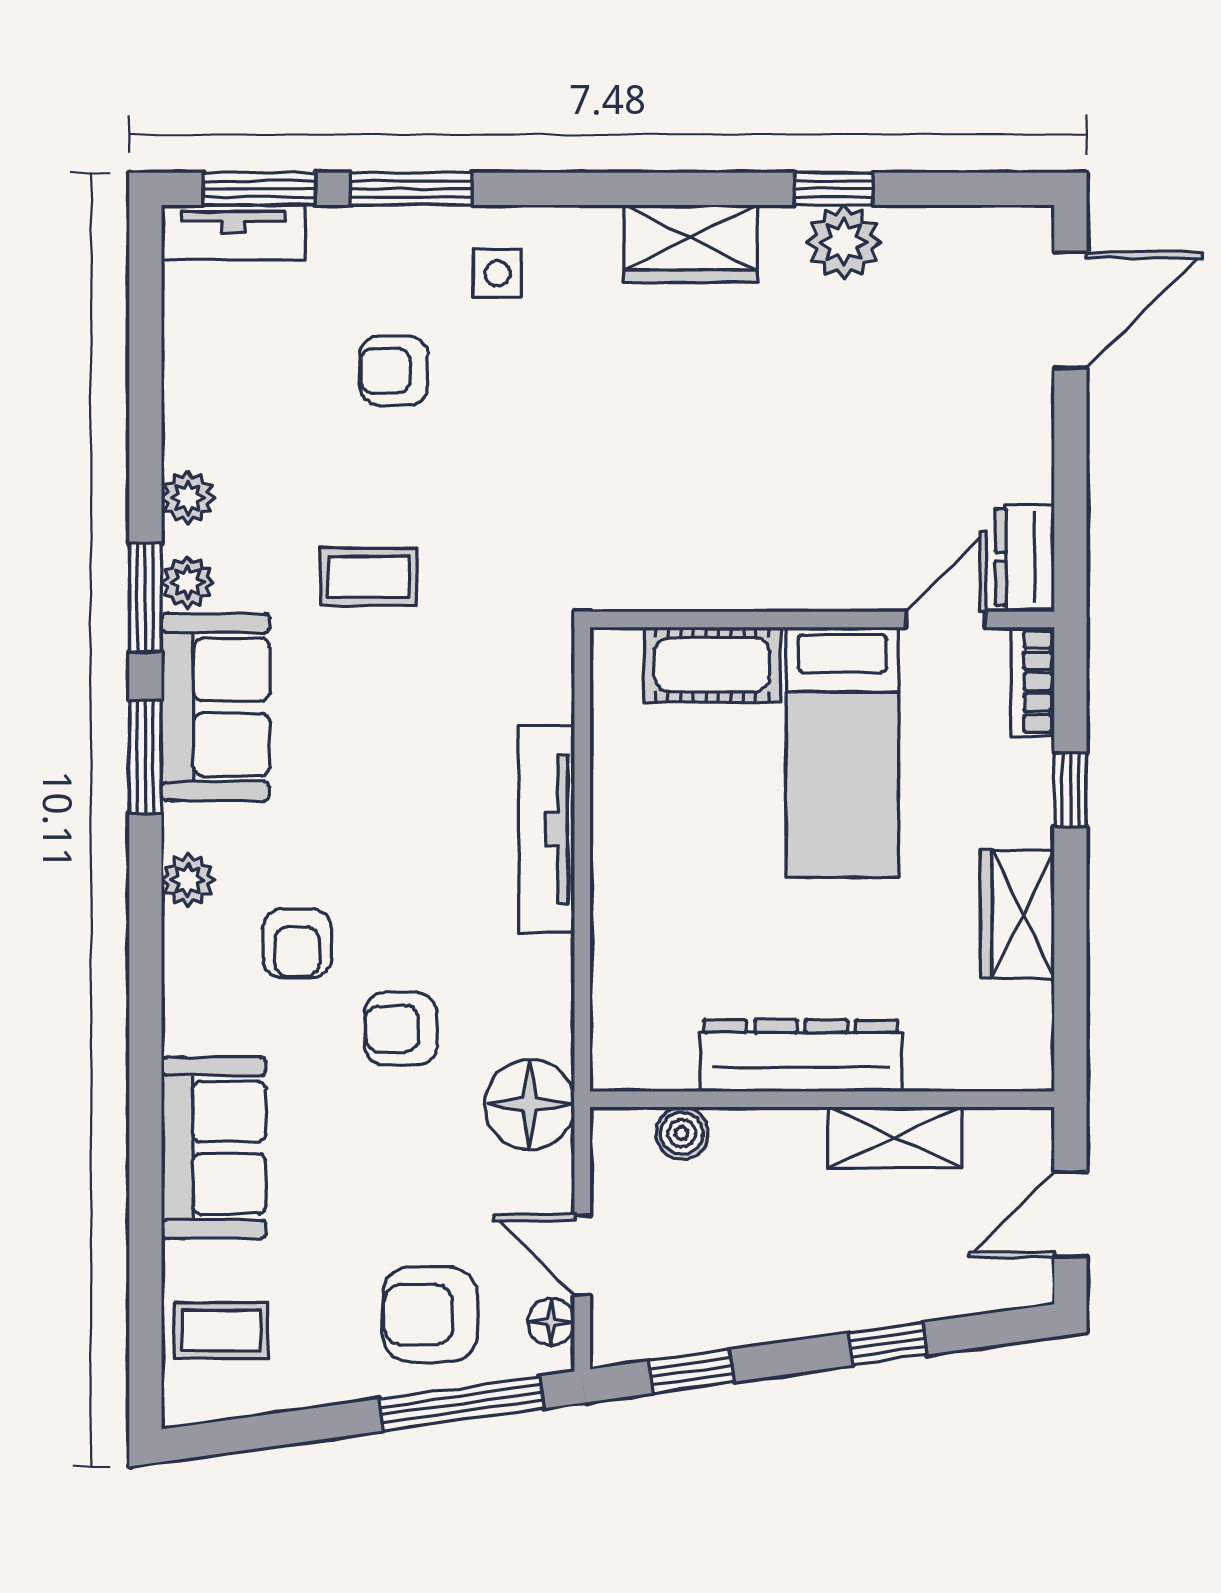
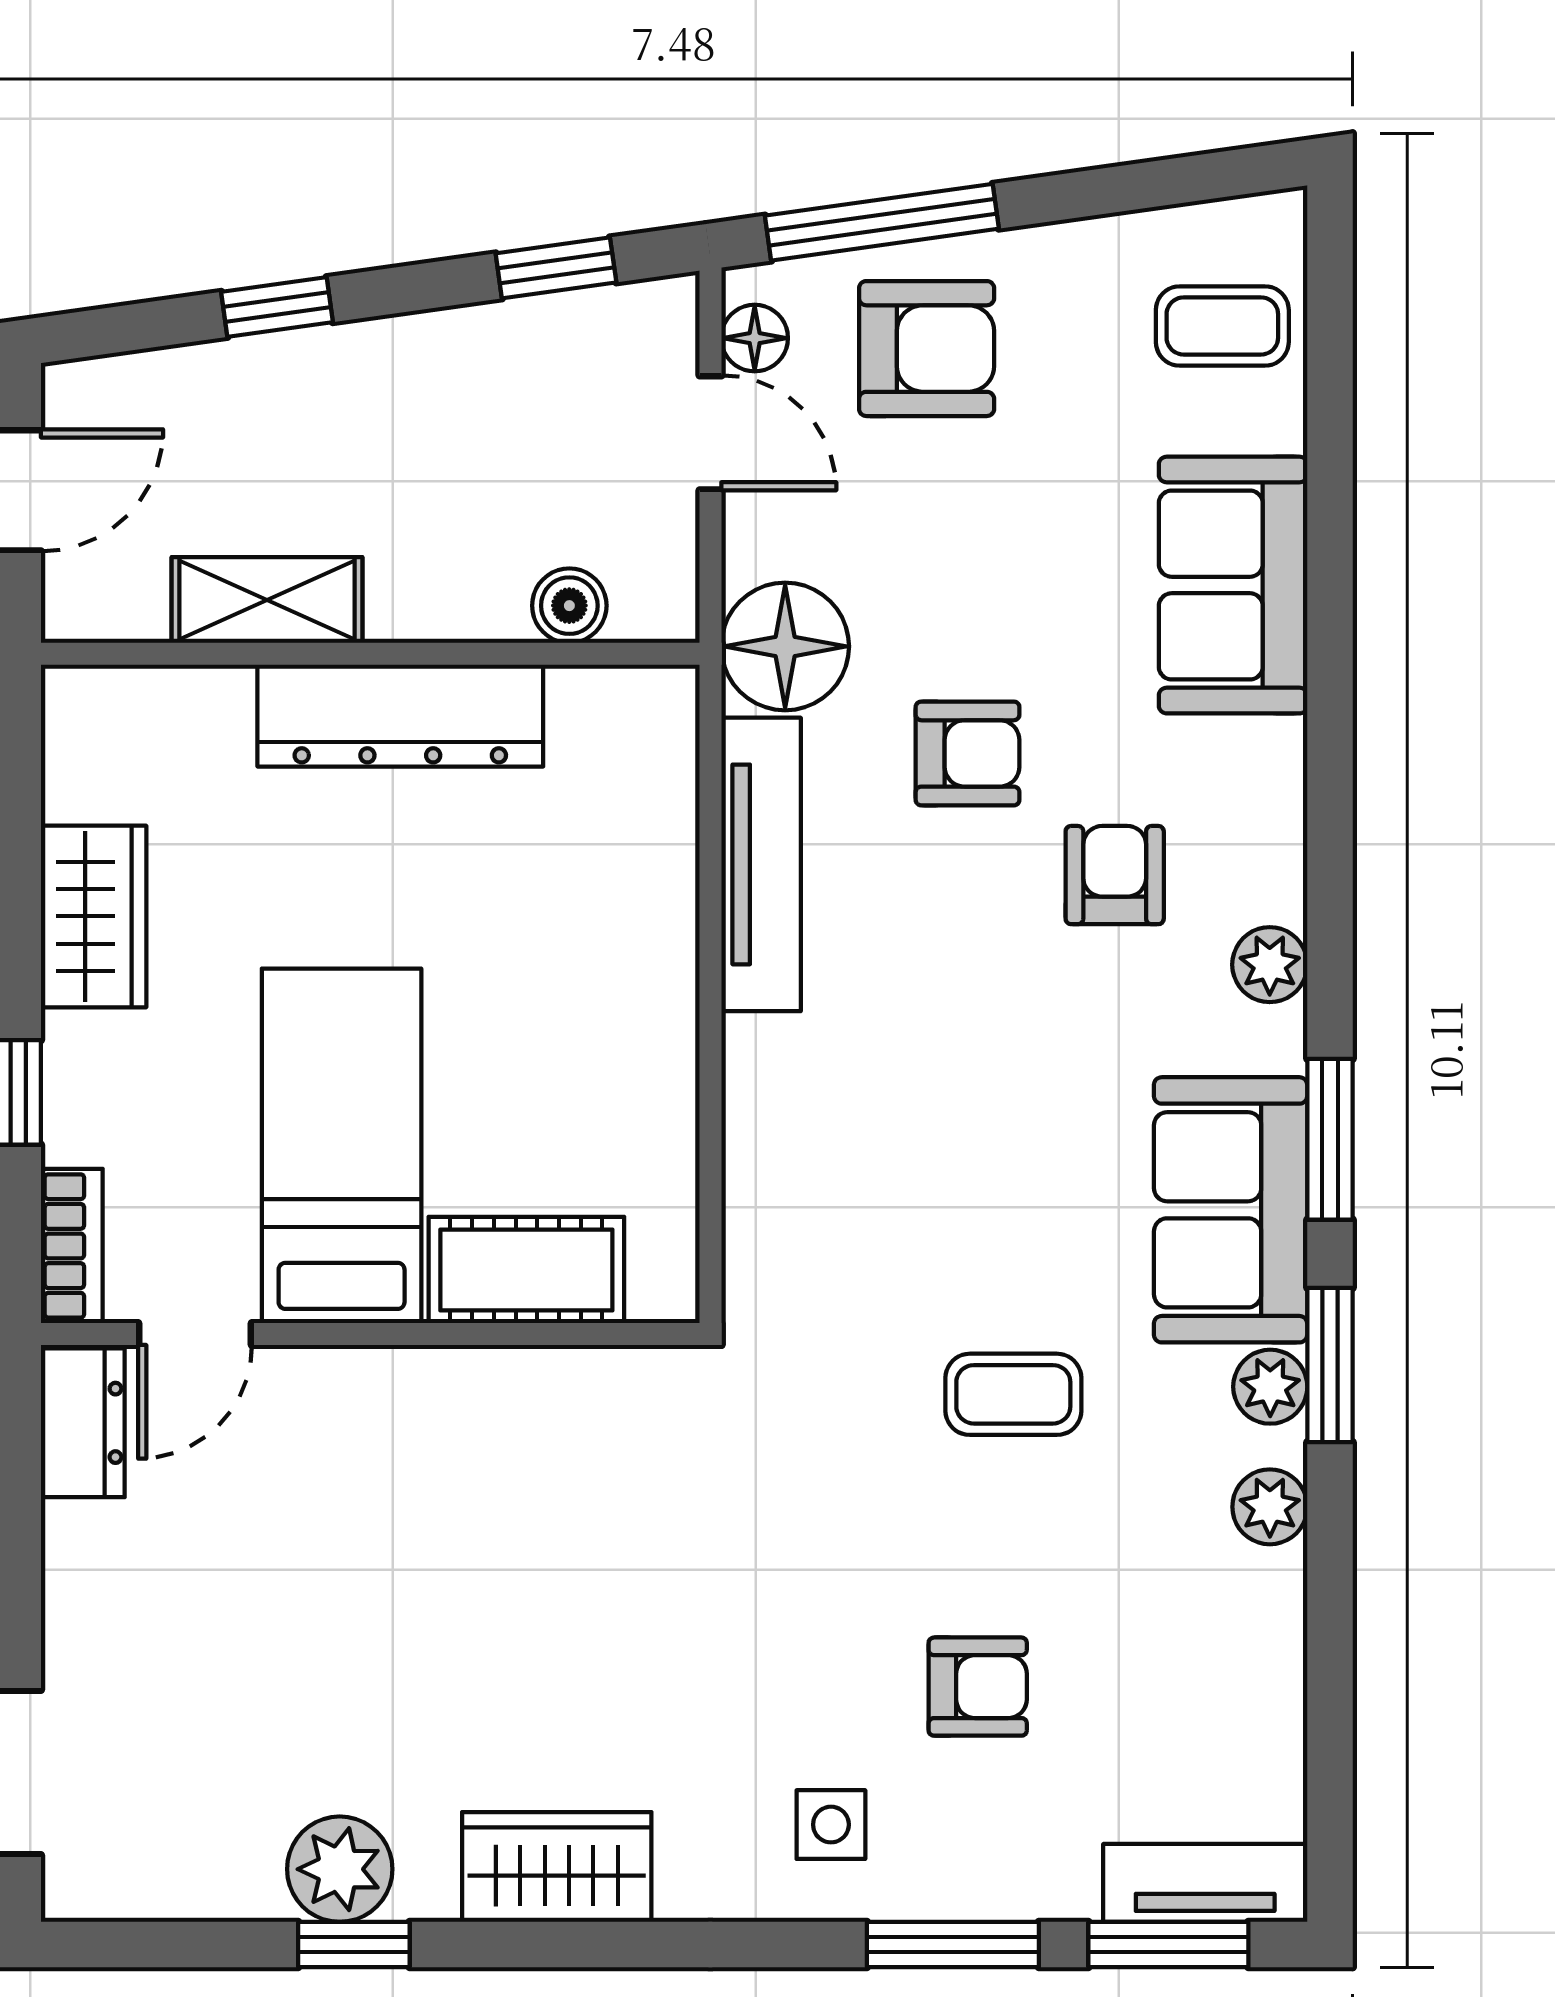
tv unit: (547, 829) -> (761, 864), moved

